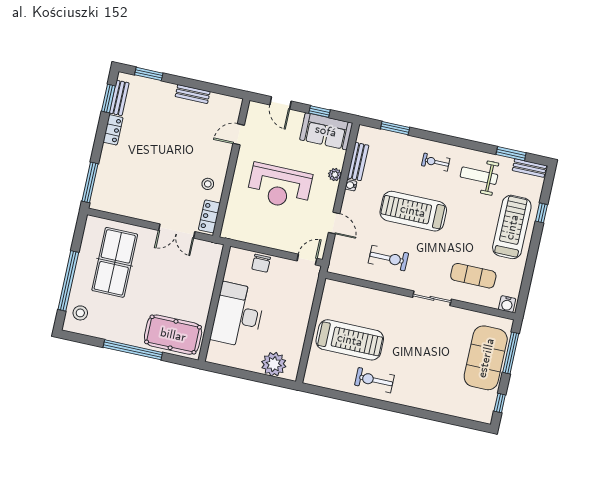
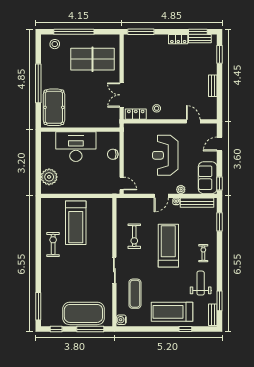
window: (319, 111) -> (220, 184), moved
bench: (358, 162) -> (197, 203), width x1.36
door: (334, 223) -> (161, 196), moved
treadmill: (512, 227) -> (172, 312), turned 180
window: (461, 422) -> (38, 306), added

